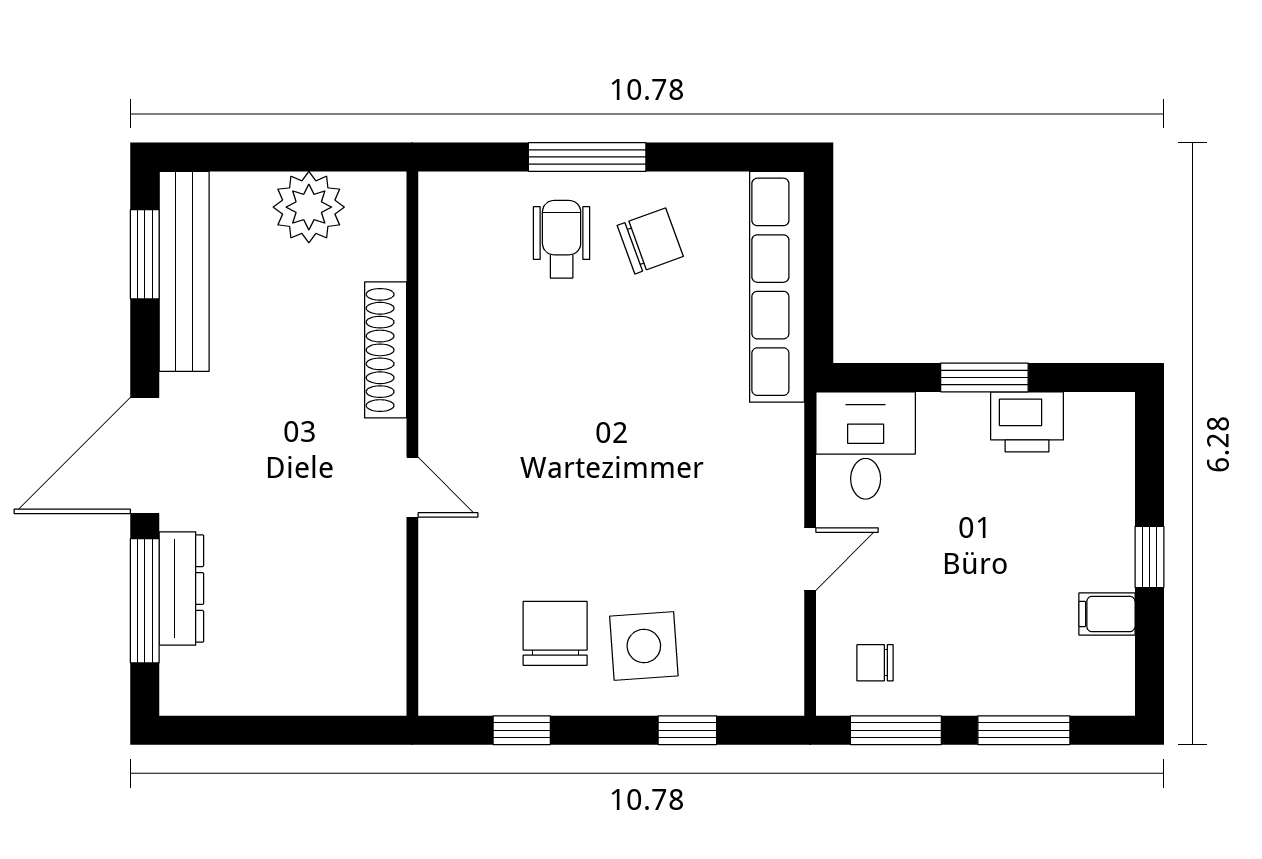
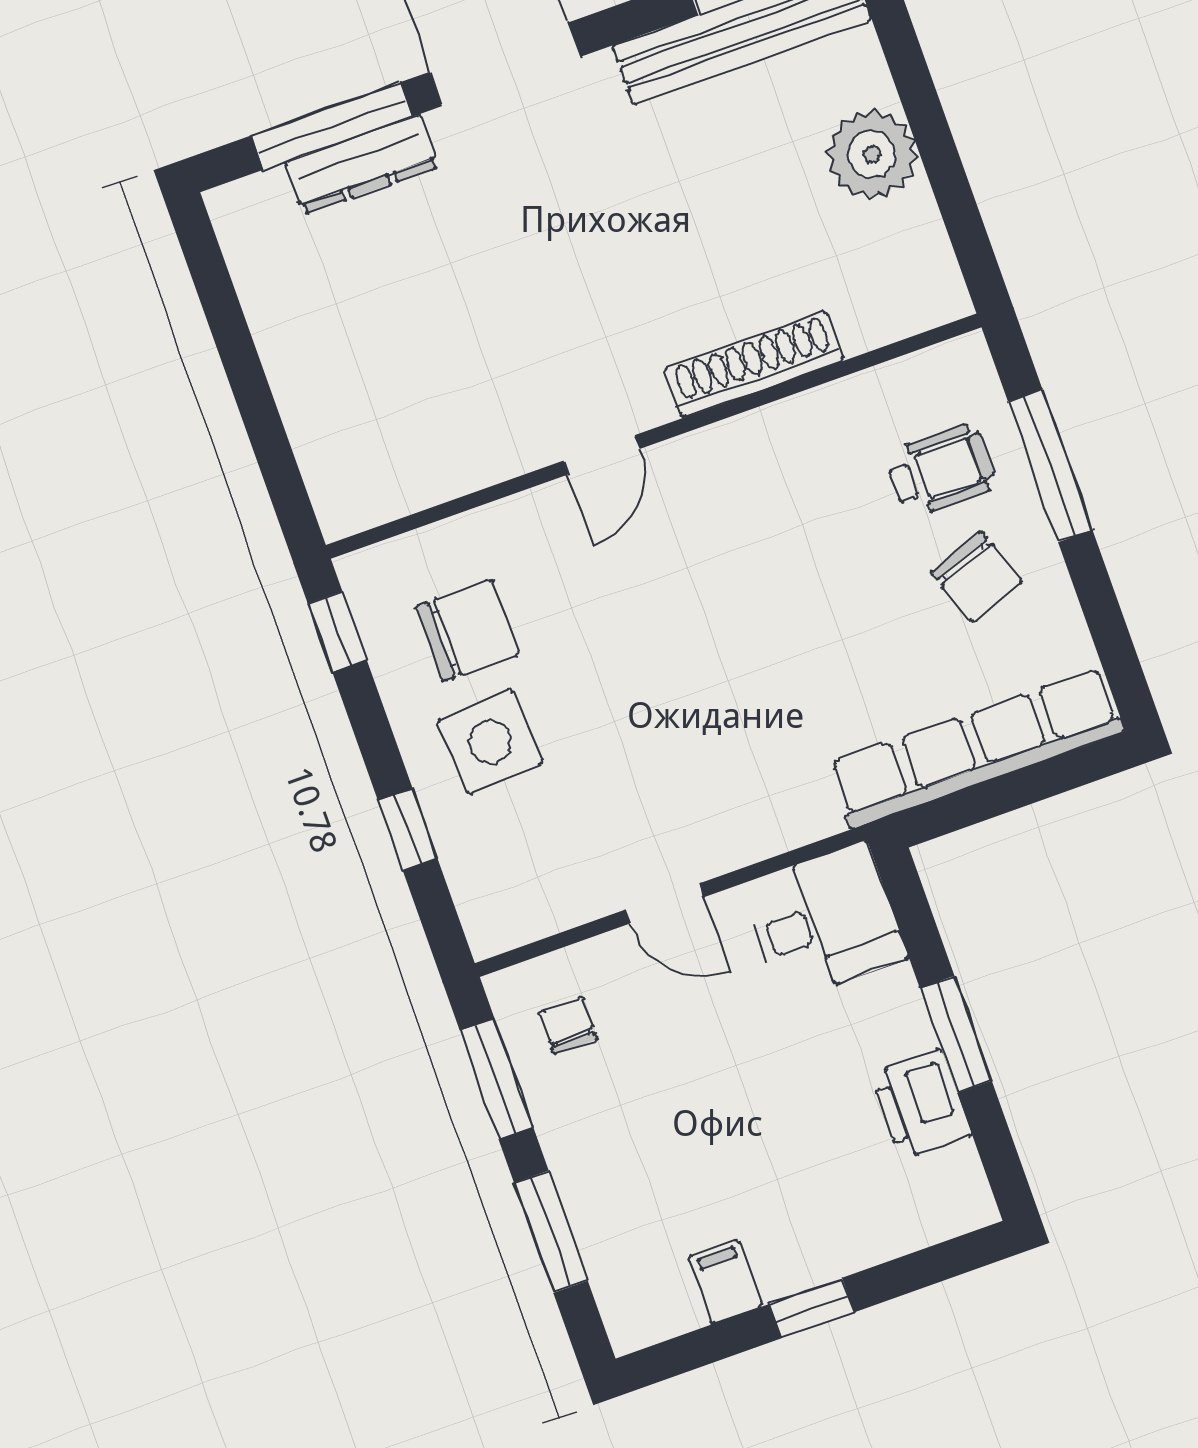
shoe rack: (386, 350) -> (754, 364), moved
wall: (412, 444) -> (654, 436), moved
door: (412, 487) -> (602, 455), moved

